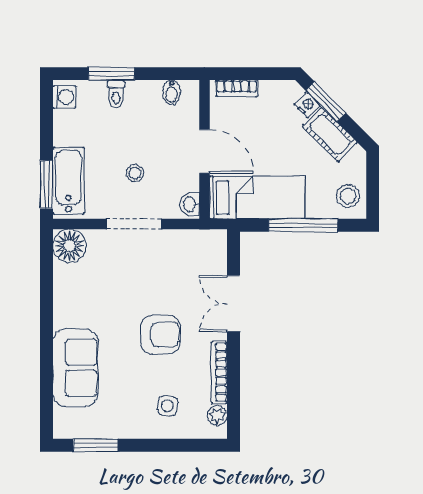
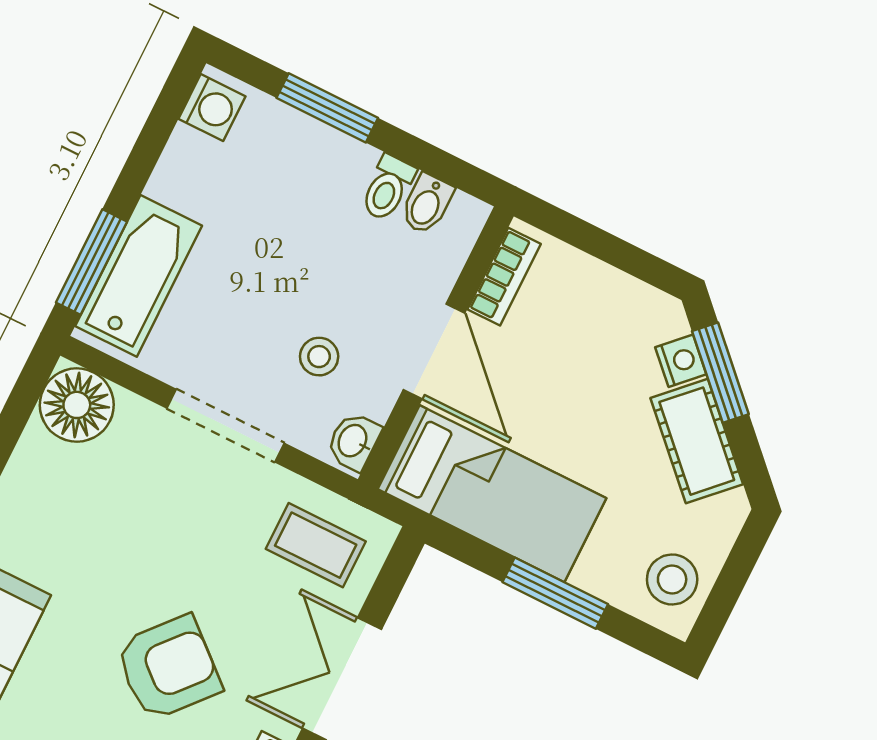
bookcase: (237, 88) -> (504, 277), moved, turned -90
toilet: (116, 94) -> (388, 188), moved
stool: (135, 173) -> (319, 357), moved
window: (303, 225) -> (555, 593), width x0.69
coffee table: (196, 254) -> (316, 545), added
armchair: (160, 335) -> (168, 668), turned -49

